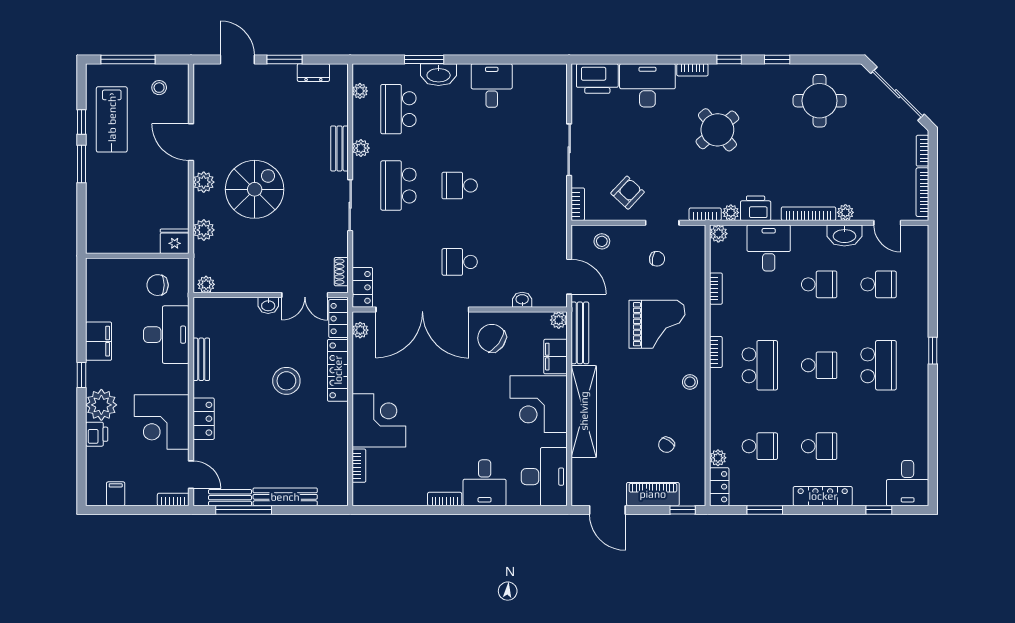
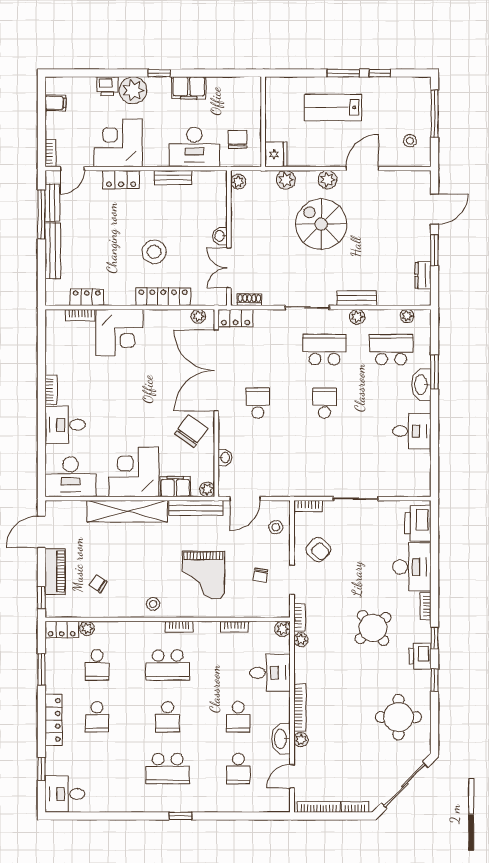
lab bench: (112, 119) -> (333, 107), moved
spiral stairs: (255, 189) -> (321, 224), turned 180
printer: (756, 208) -> (420, 656), moved, turned 180
locker: (338, 319) -> (87, 297), moved

